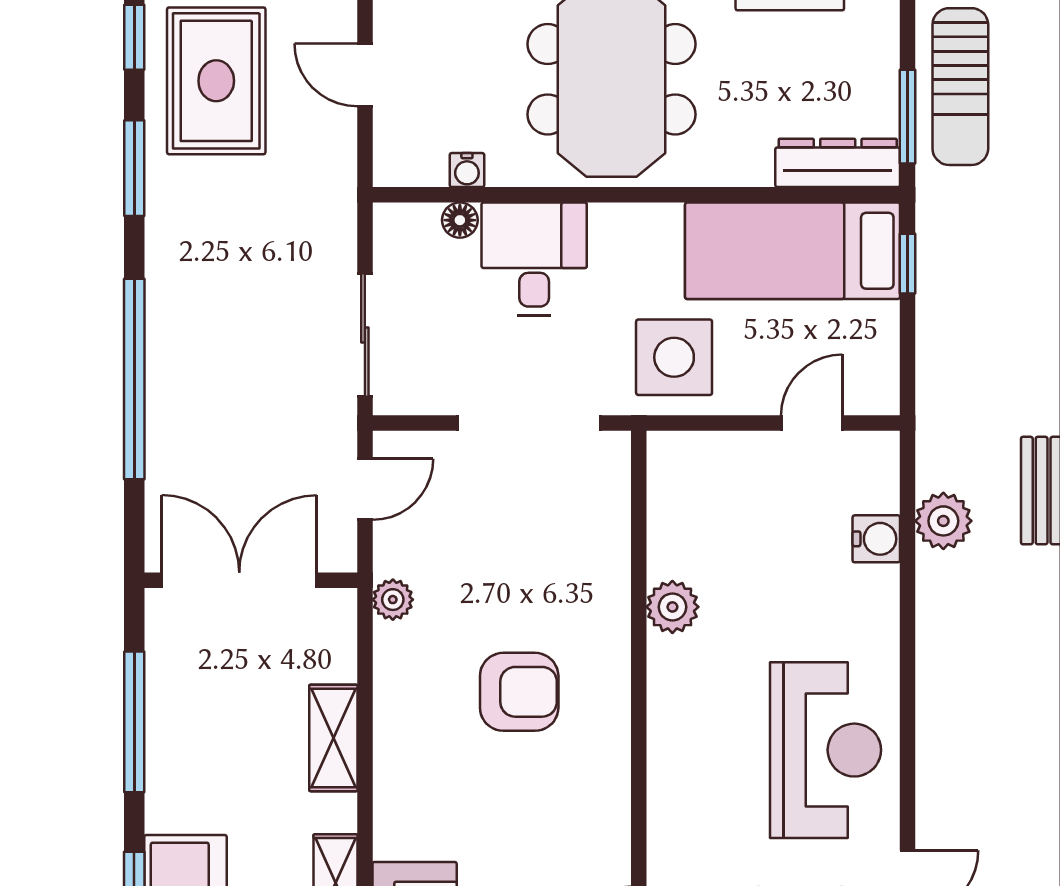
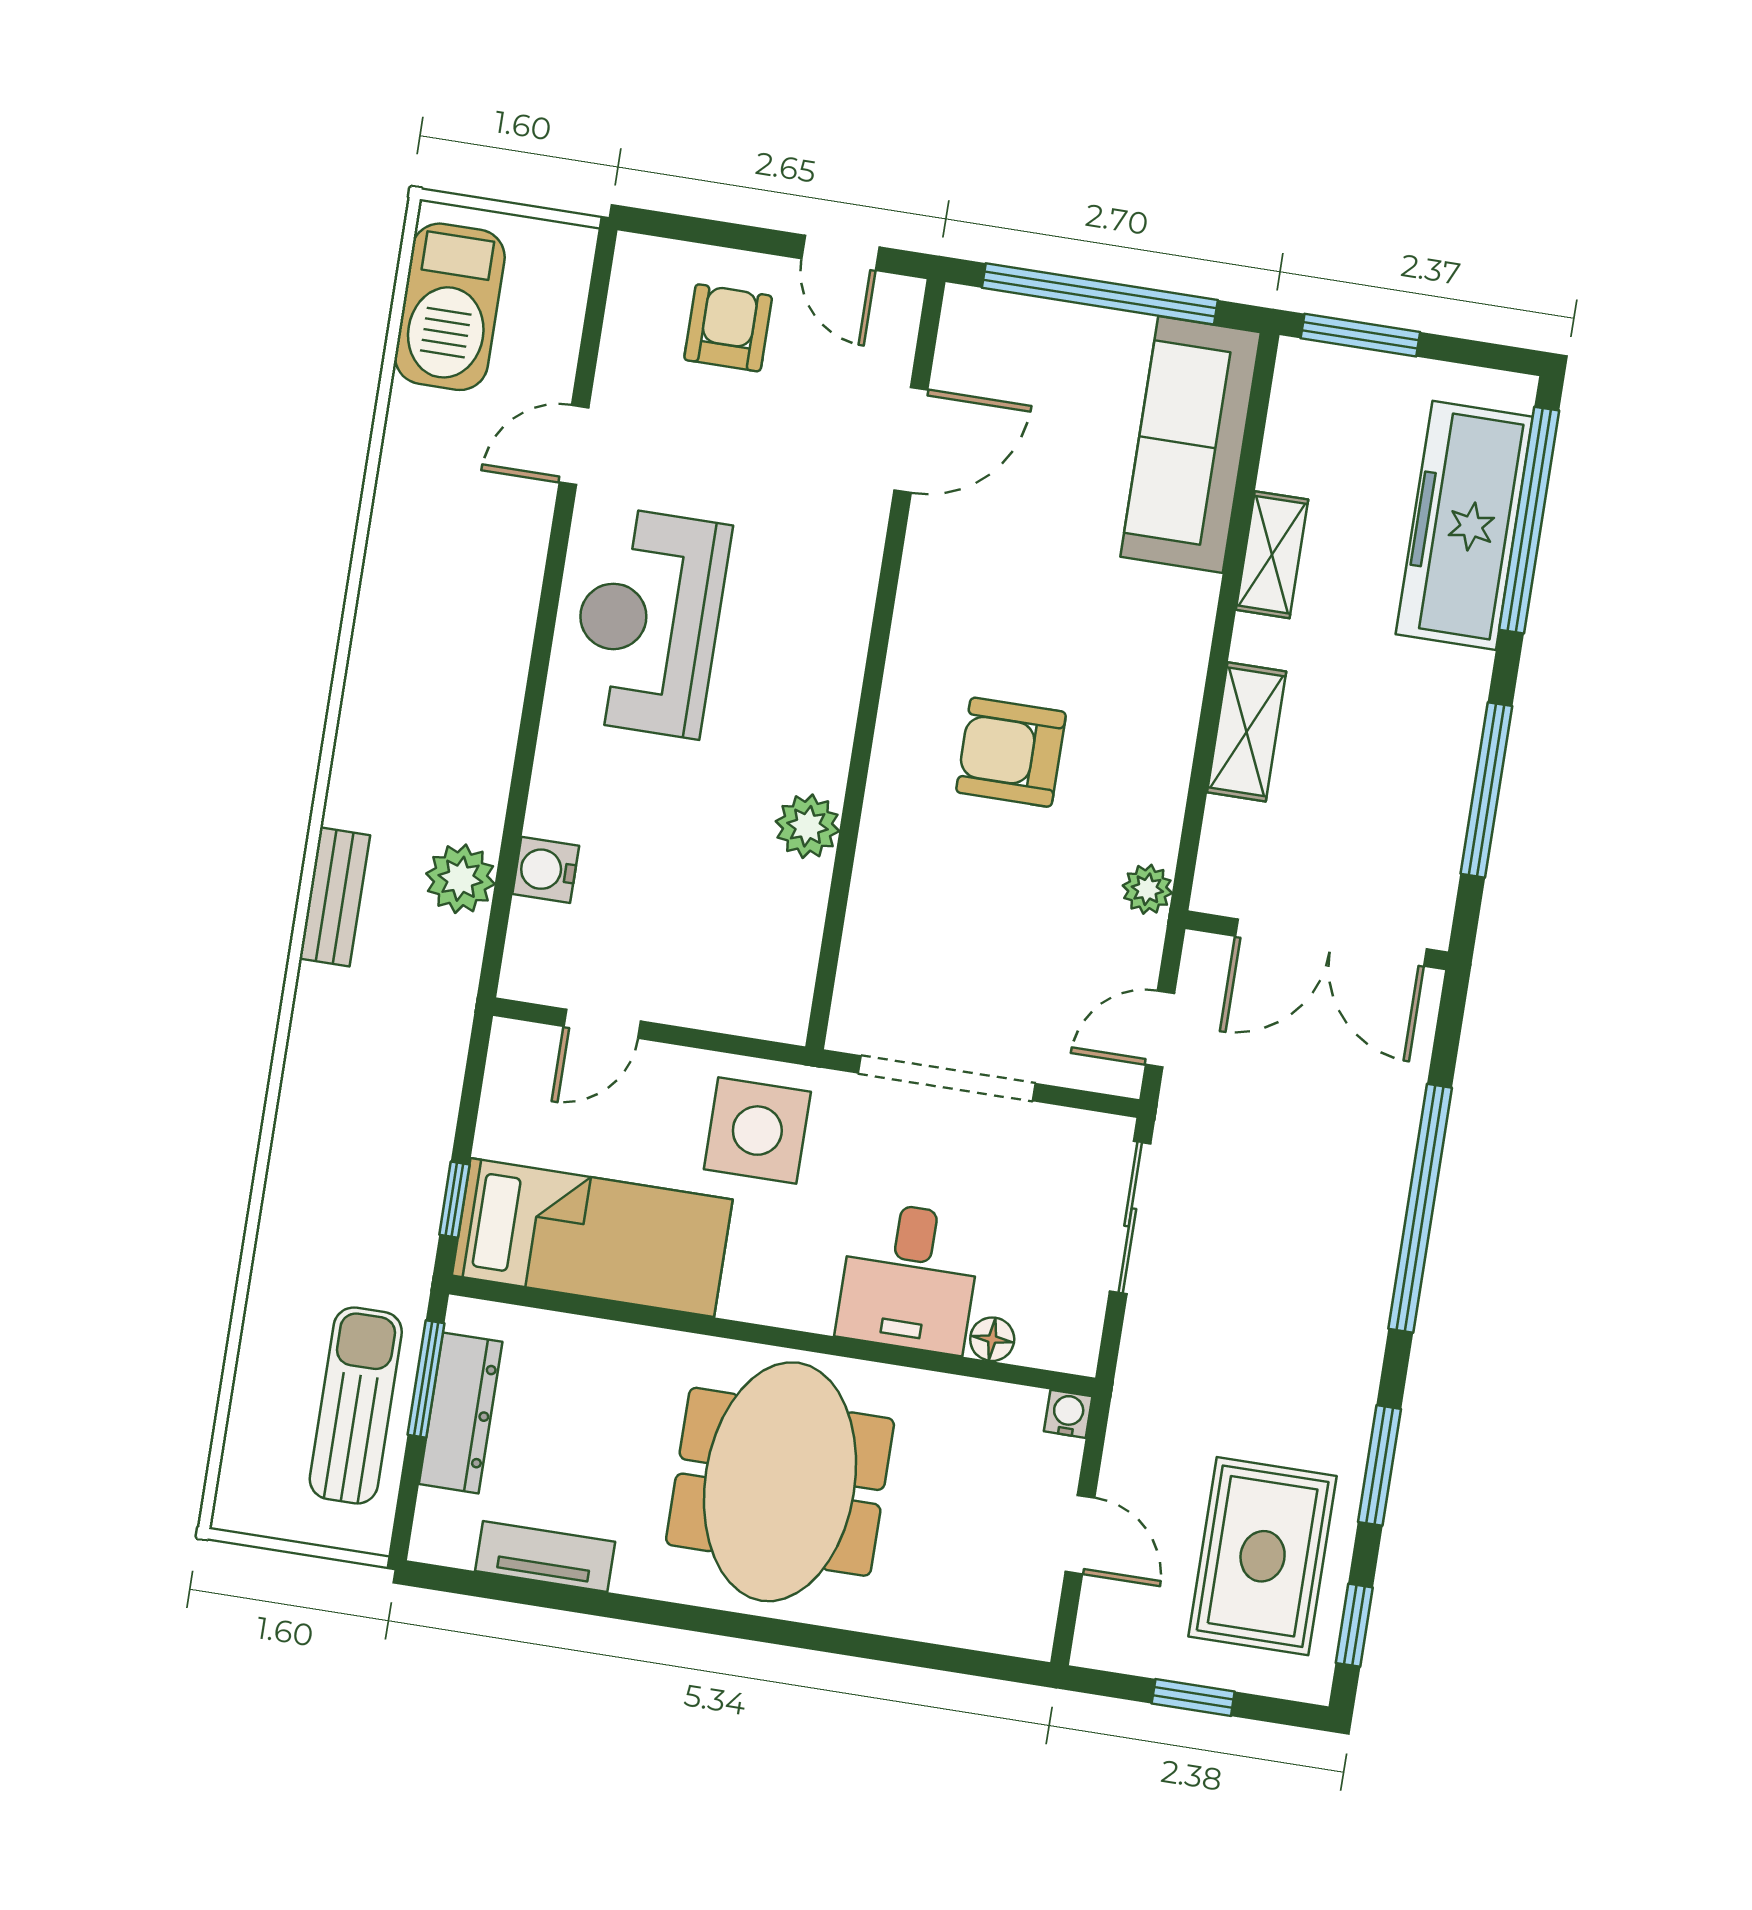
dresser: (838, 163) -> (461, 1413), moved, turned -90
water cooler: (467, 170) -> (1068, 1414), moved

